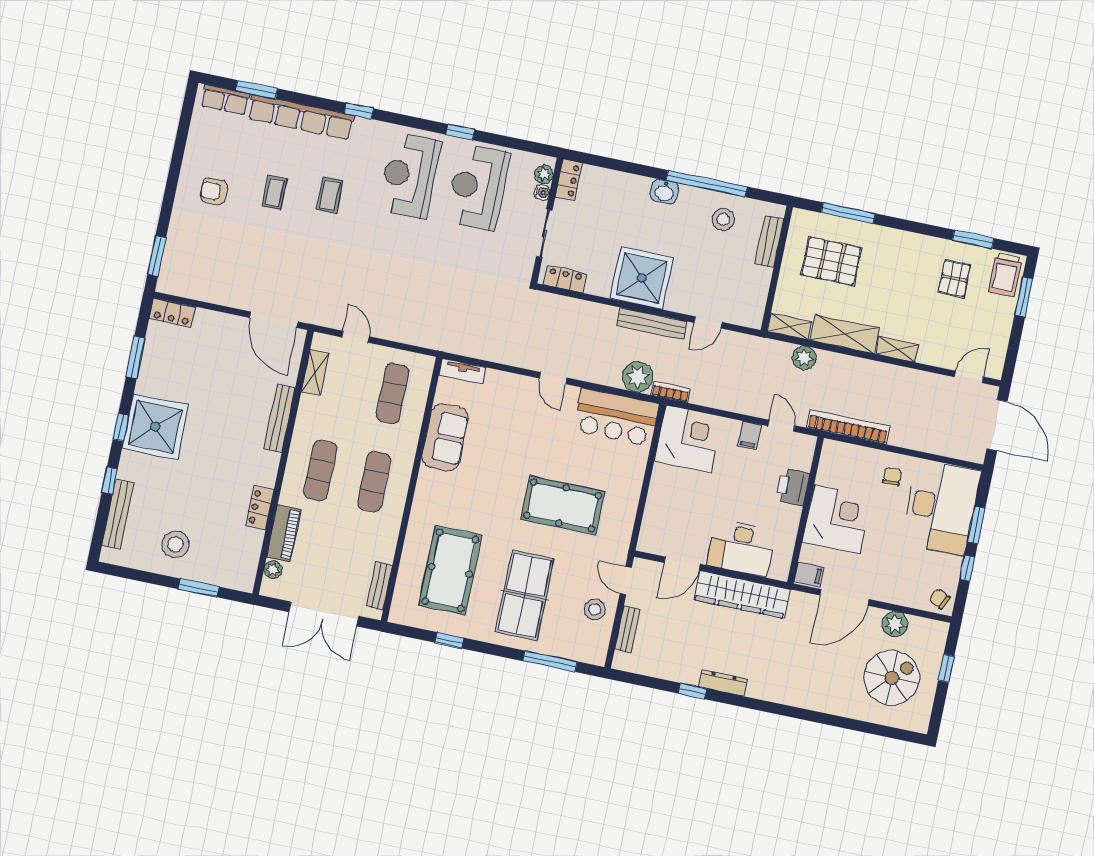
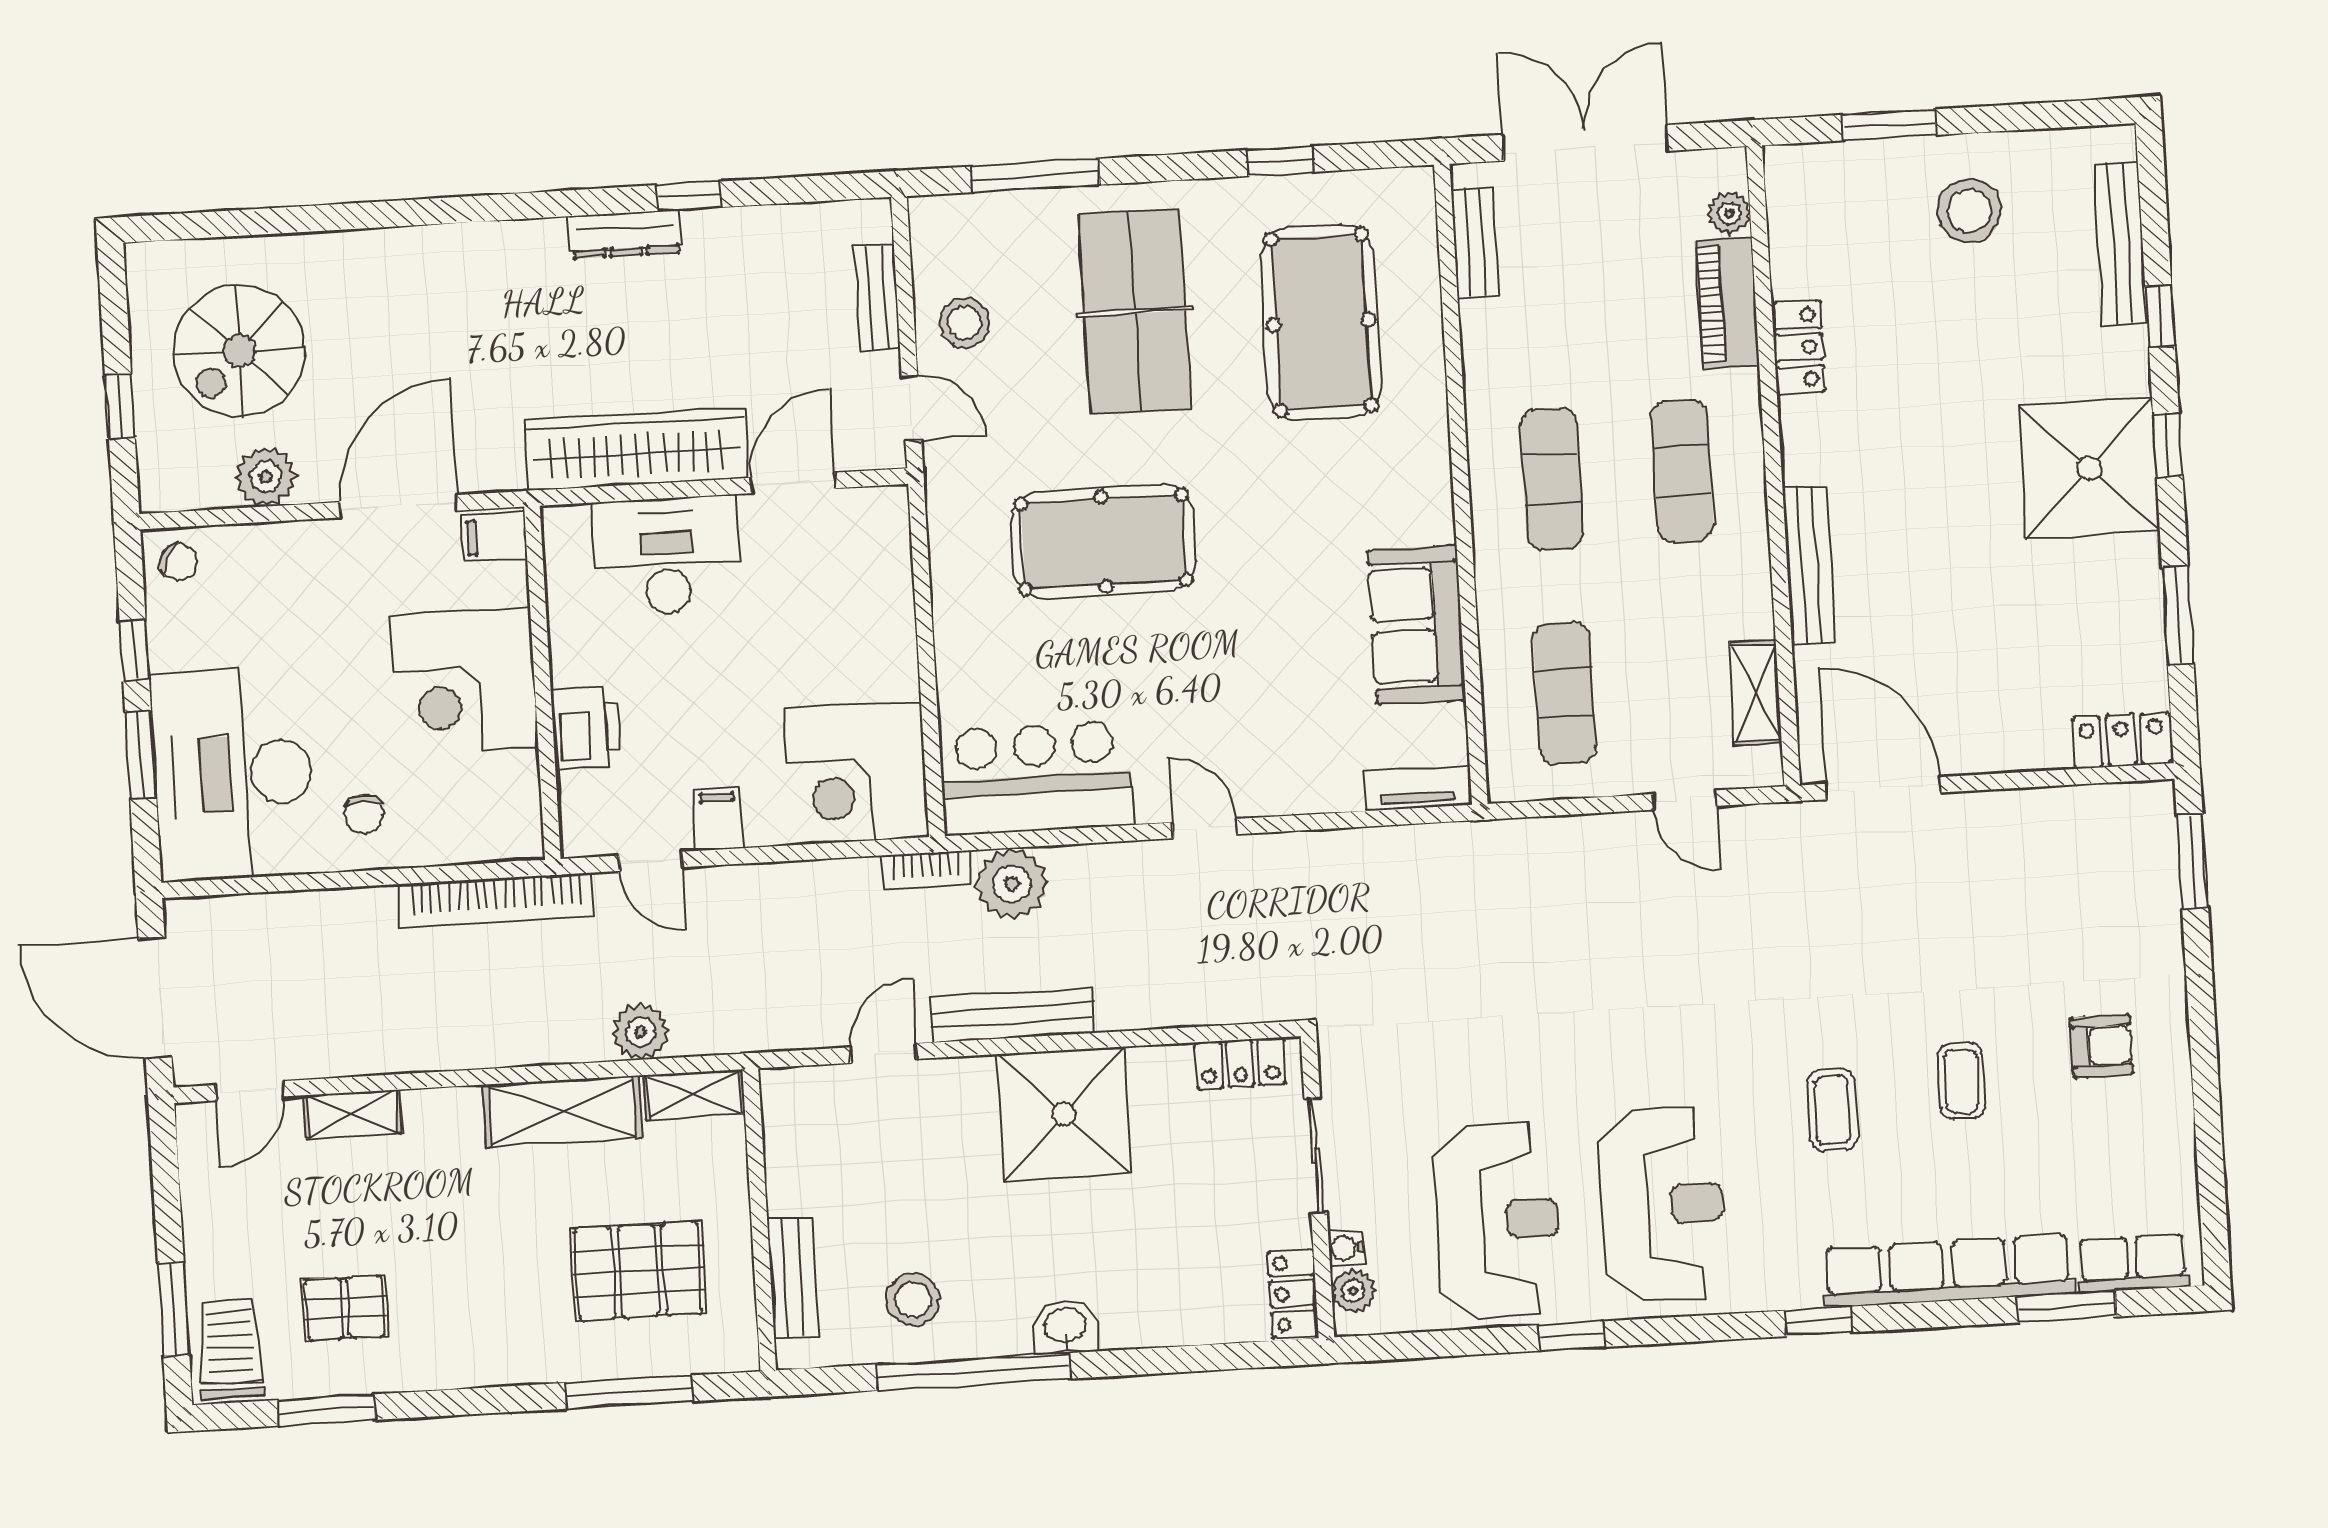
pallet: (954, 279) -> (345, 1308), turned 90
shelving: (897, 349) -> (353, 1114), moved

